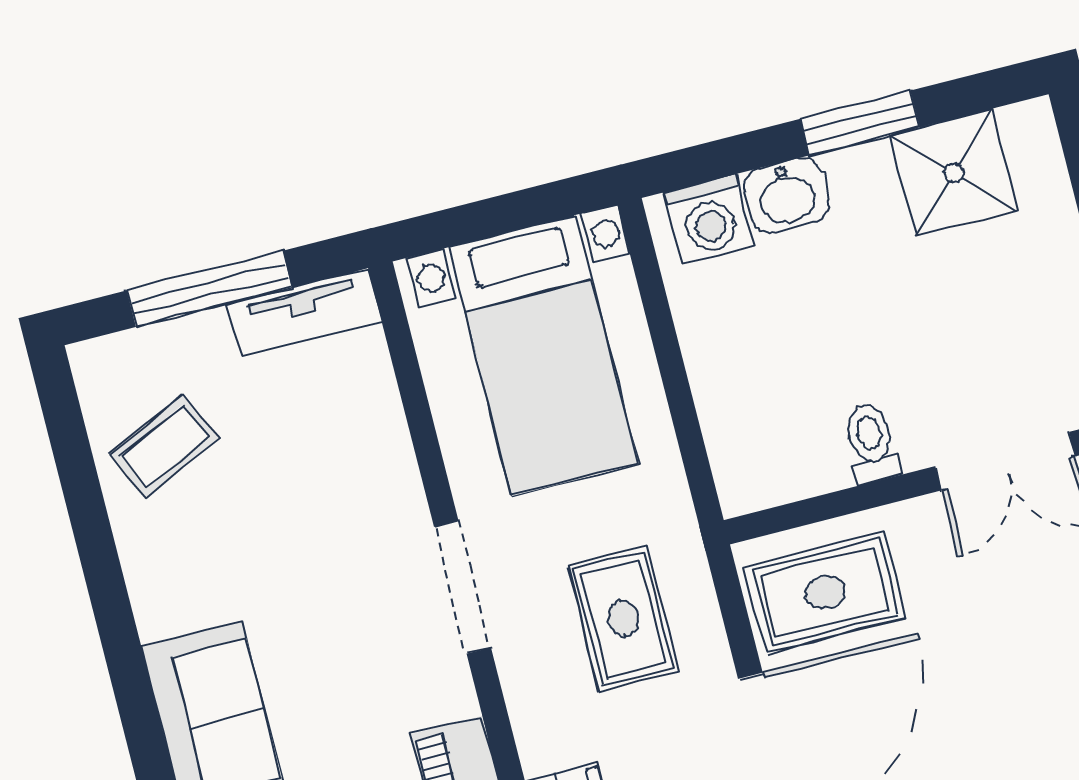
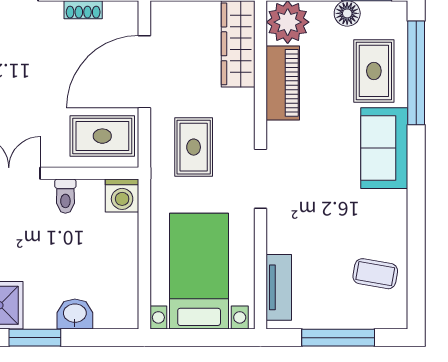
washing machine: (709, 219) -> (122, 196), moved, turned 180
tv unit: (304, 313) -> (279, 287), moved, turned 90
coffee table: (164, 446) -> (375, 274), turned 35

